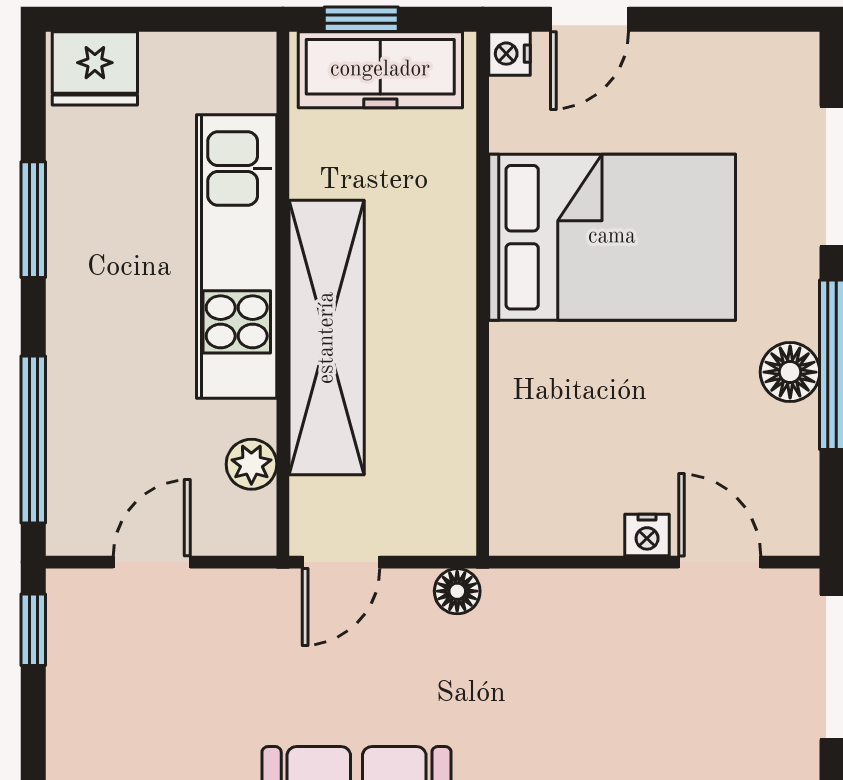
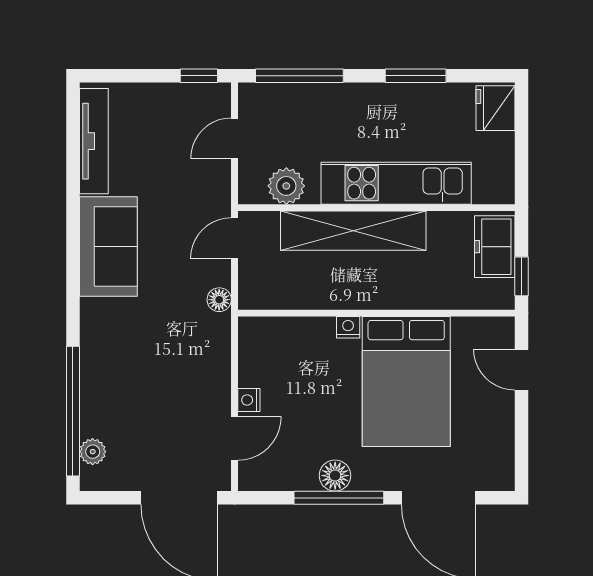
window: (361, 19) -> (521, 276), moved
nightstand: (509, 54) -> (348, 327), moved
freezer: (380, 70) -> (495, 247), width x0.71
plant: (251, 464) -> (286, 186), width x1.38, depth x1.38
door: (152, 562) -> (235, 138), swing flipped
door: (341, 562) -> (235, 238), hinge flipped

